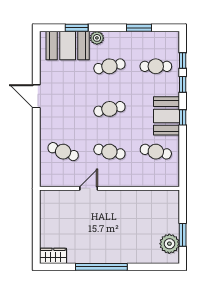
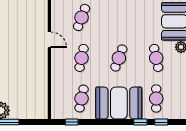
cafe table: (109, 109) -> (119, 58), turned 33
booth: (166, 116) -> (119, 103), width x1.36, depth x1.42
window: (183, 117) -> (72, 122), moved

